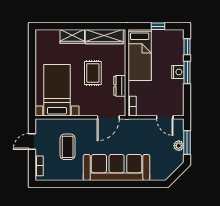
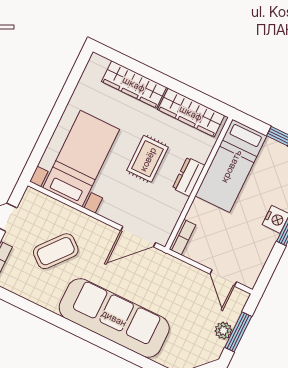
wardrobe: (72, 36) -> (134, 84), width x1.50
dresser: (120, 86) -> (189, 177), moved
coffee table: (68, 147) -> (56, 251), turned 40

